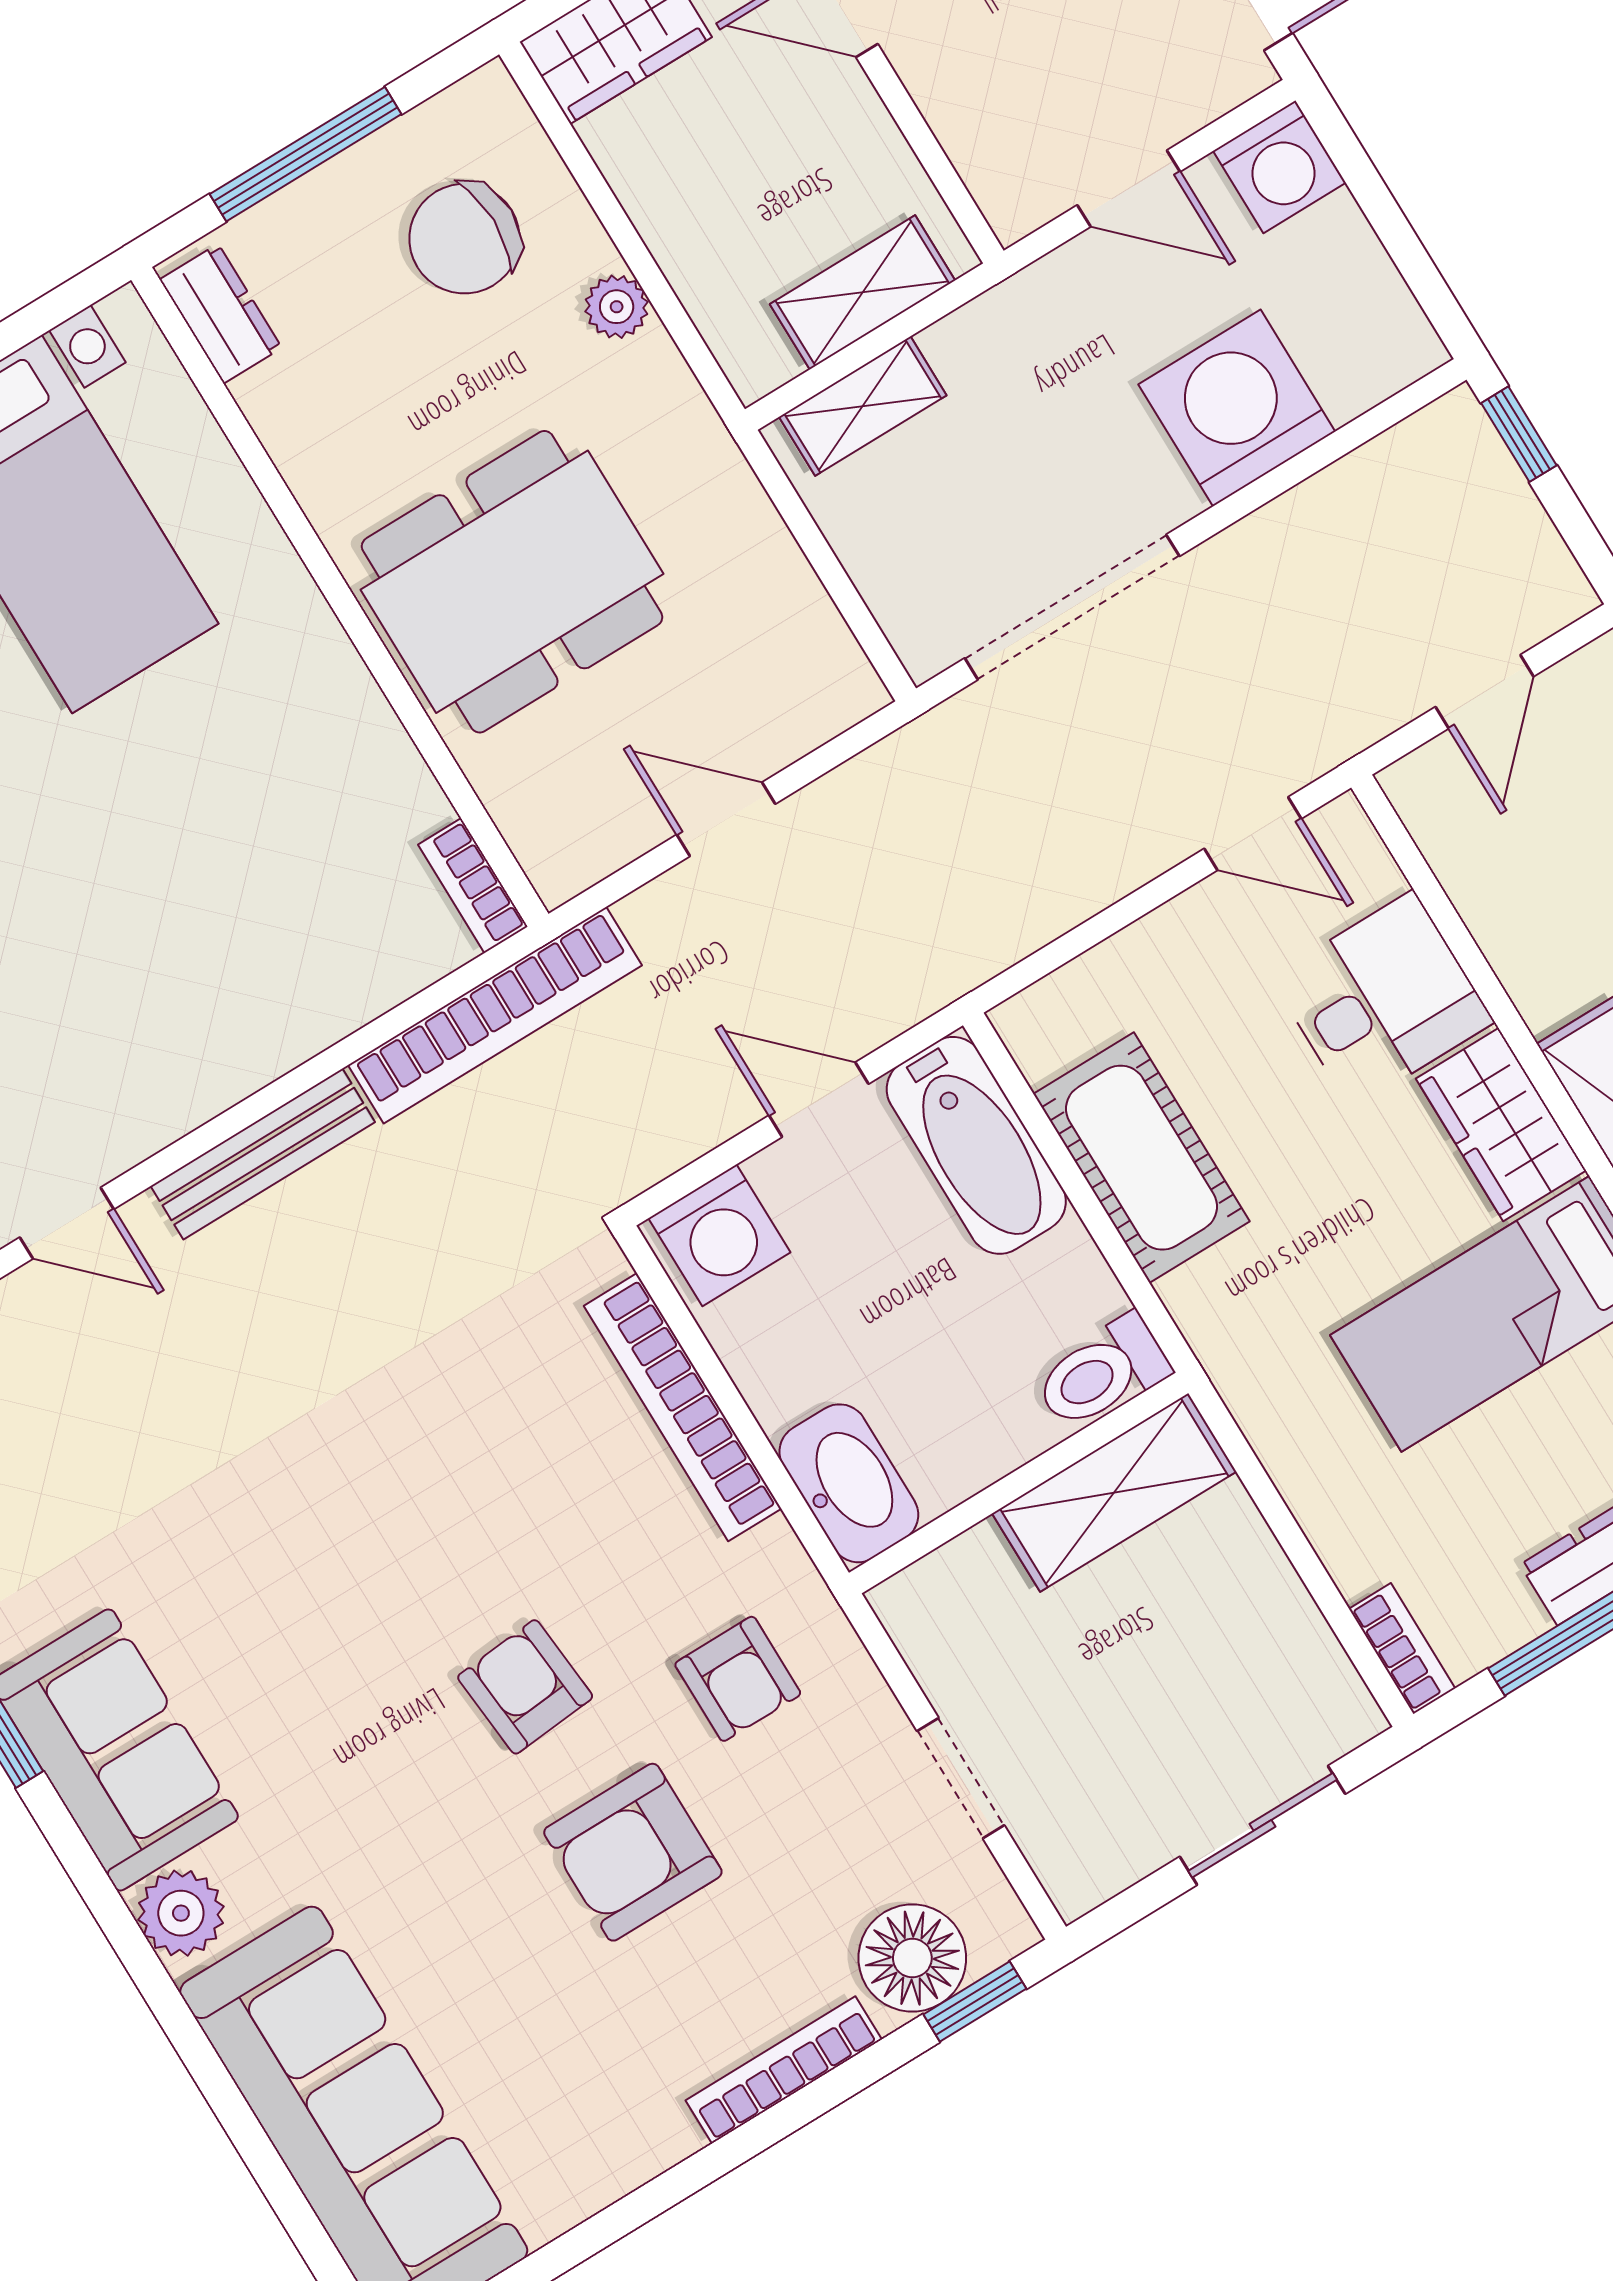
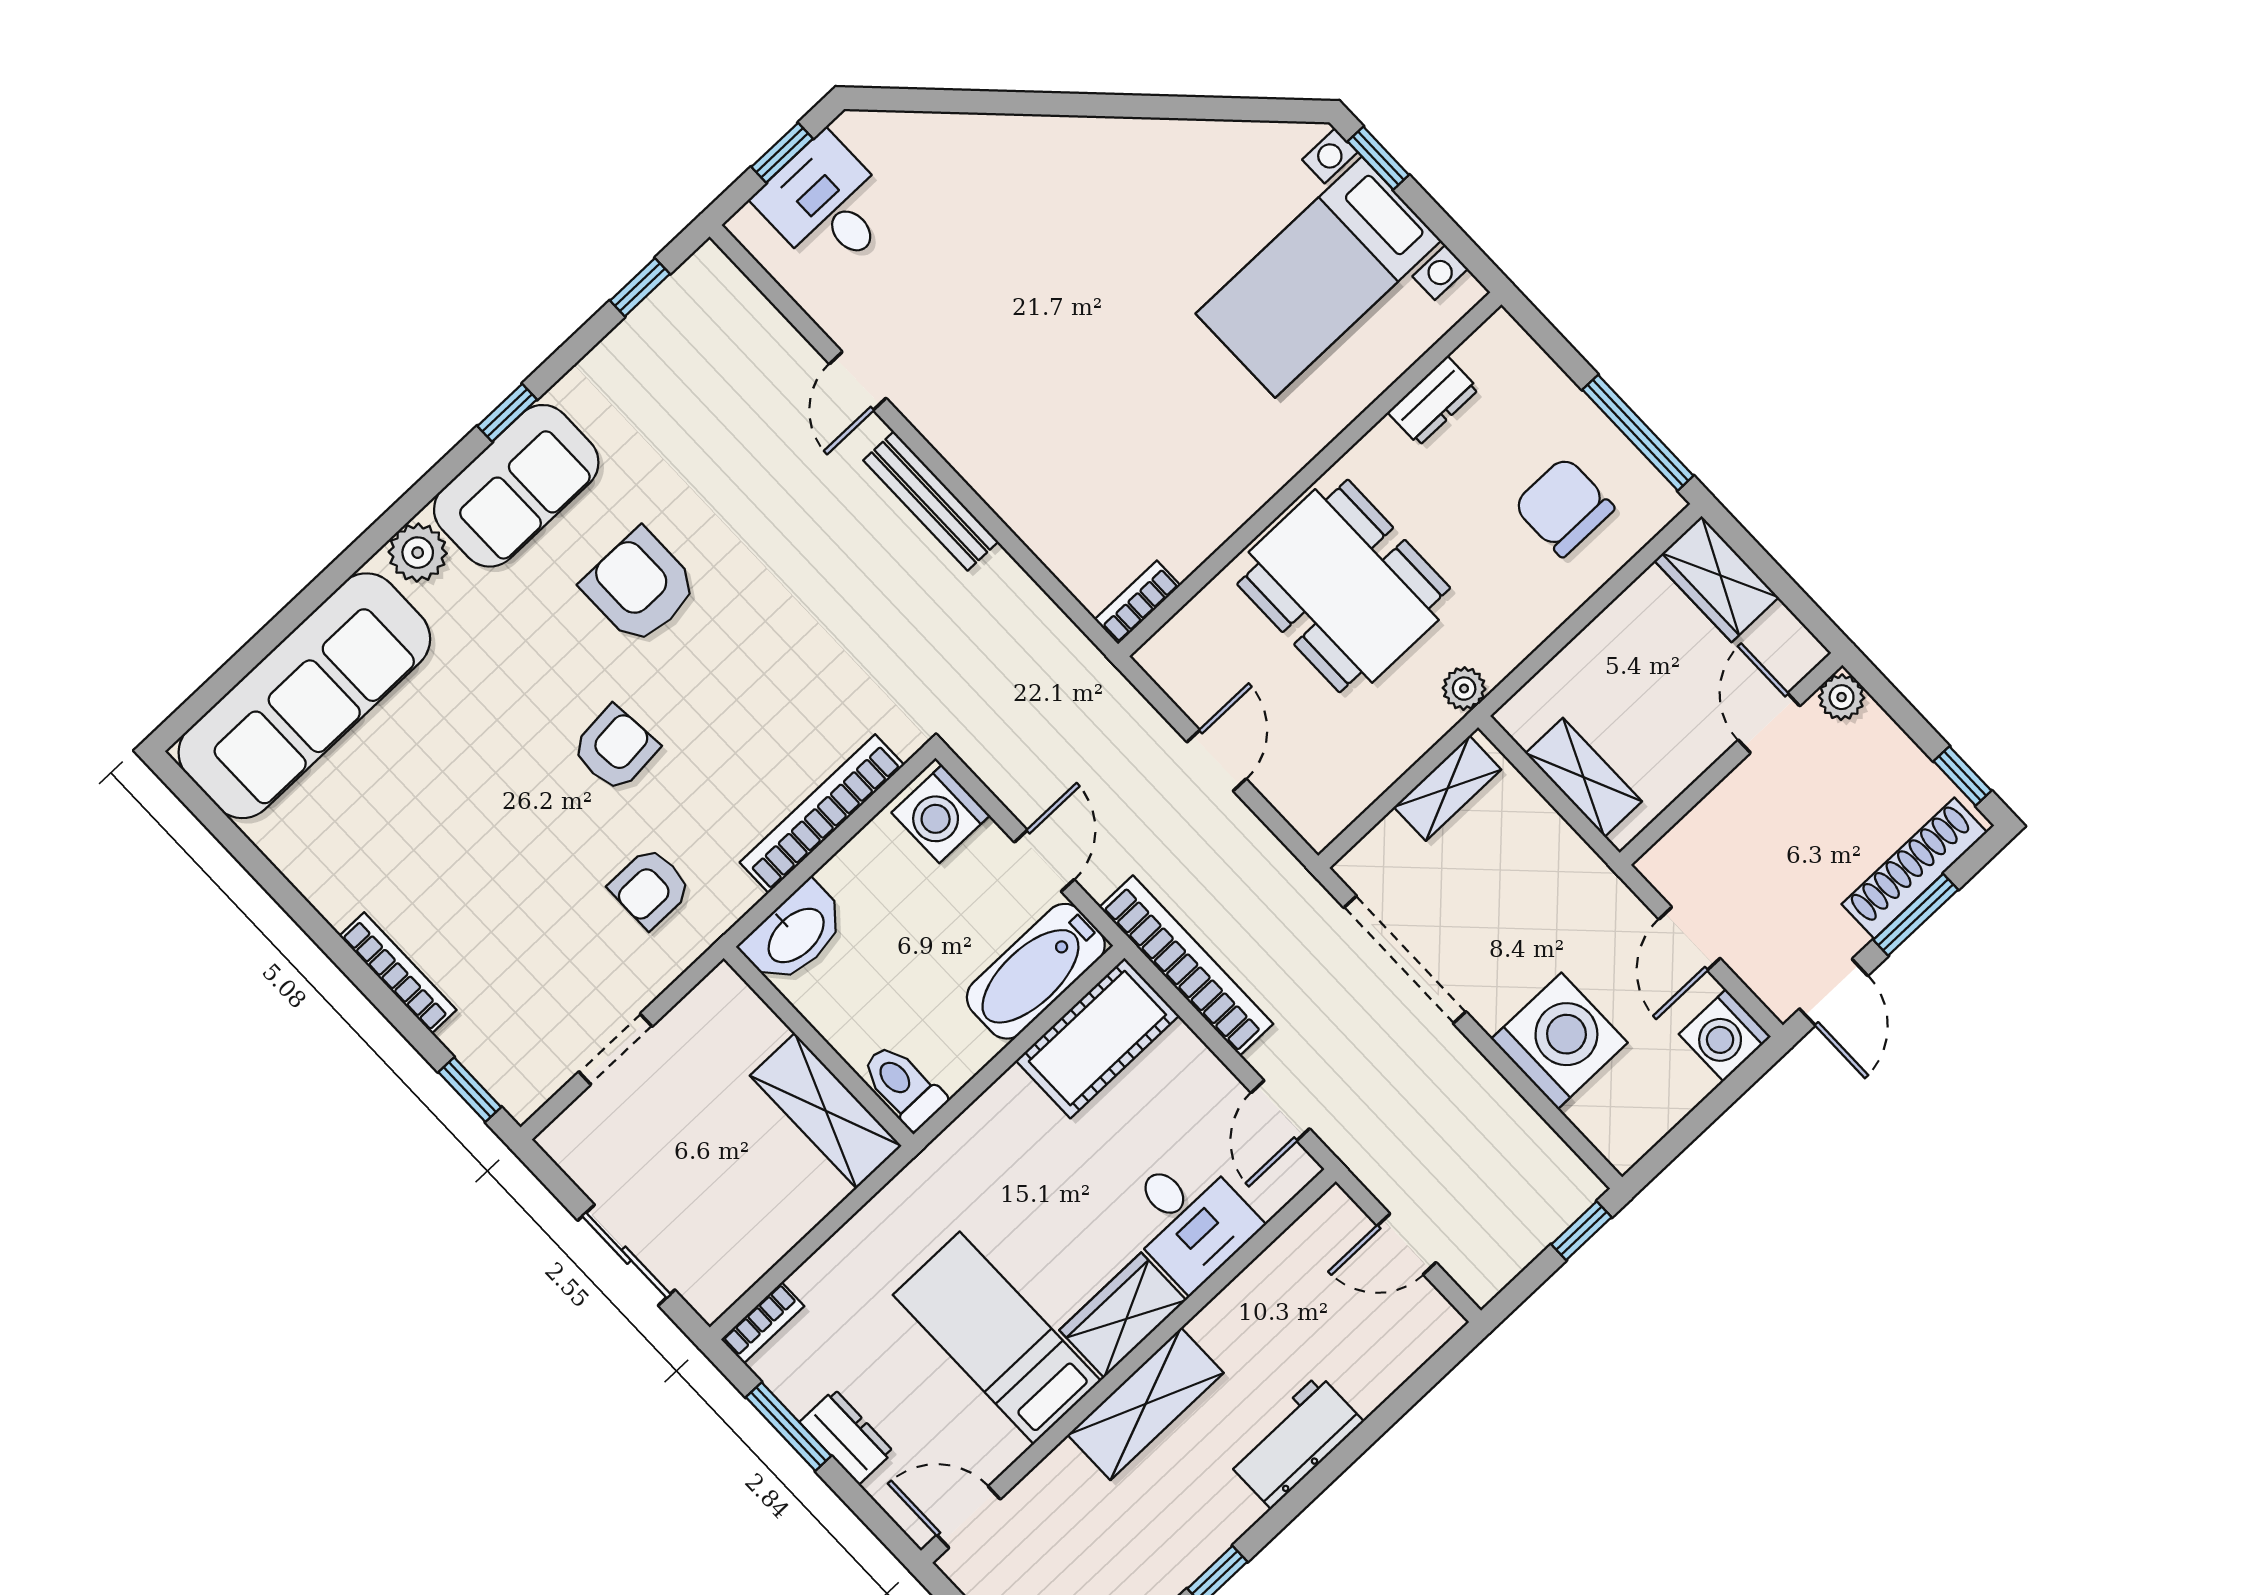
window: (306, 154) -> (1638, 433), moved
plant: (617, 307) -> (1464, 689), moved
dresser: (221, 314) -> (1433, 401), moved
shelving: (863, 406) -> (1448, 788), moved, turned 90
bookcase: (495, 1015) -> (1186, 966), moved, turned 180
cot: (1142, 1158) -> (1097, 1038), moved
armchair: (633, 1852) -> (640, 587), moved
floor lamp: (912, 1958) -> (490, 1042), removed

